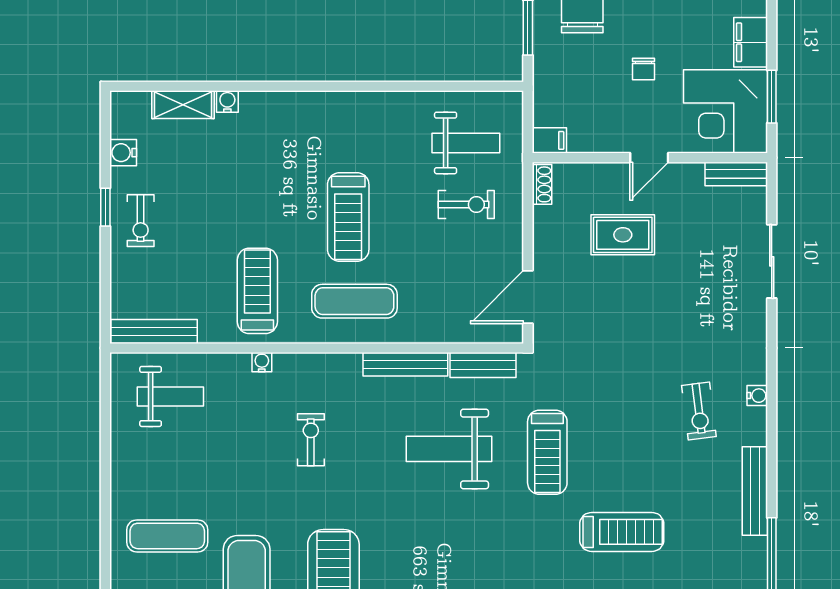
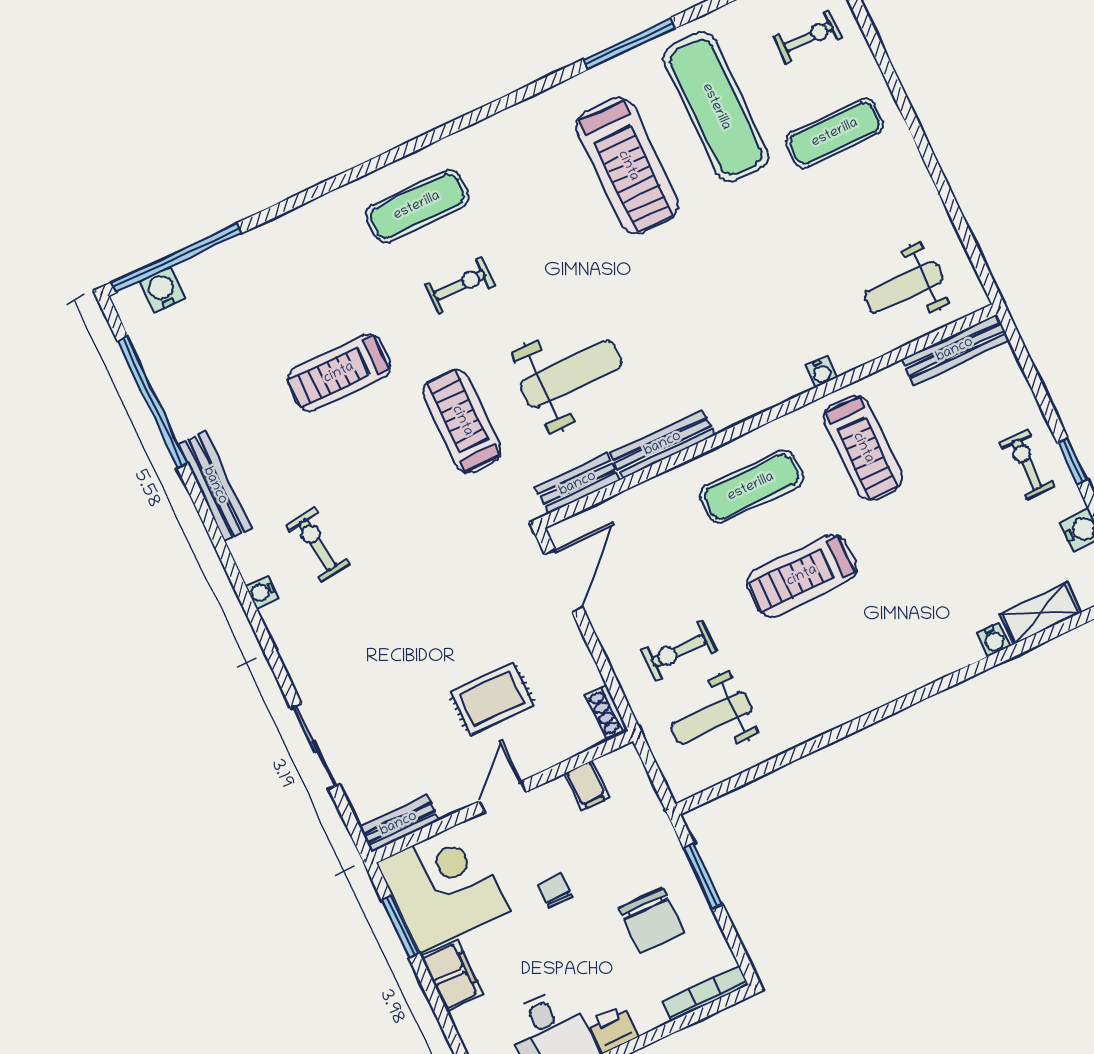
filing cabinet: (549, 140) -> (587, 786), moved, turned -90
treadmill: (348, 217) -> (802, 576), turned -90
exercise bike: (311, 440) -> (460, 285), moved, turned -90

